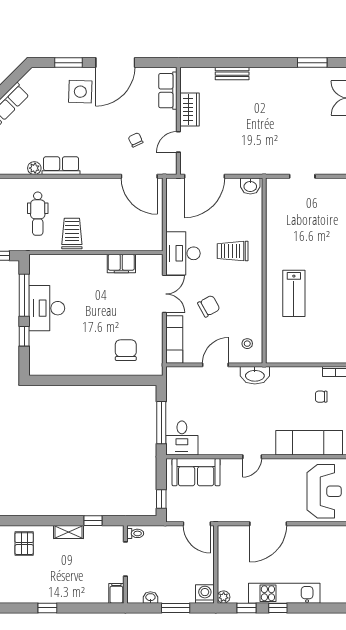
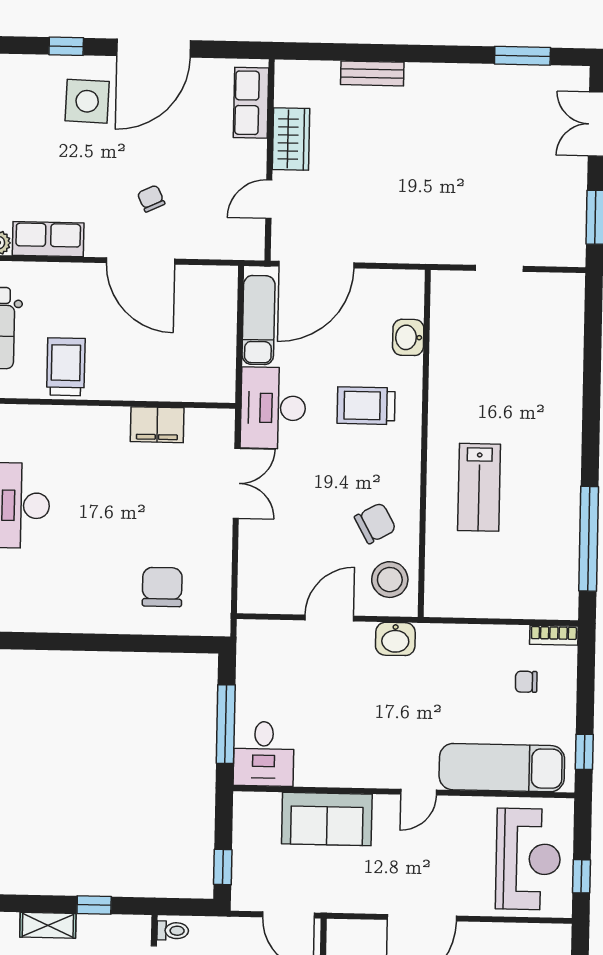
window: (68, 63) -> (66, 46), width x0.67
chair: (136, 140) -> (151, 199), moved
door: (139, 176) -> (140, 261), moved
washbasin: (250, 186) -> (408, 337), moved, turned 90
chair: (209, 306) -> (375, 523), moved
exam couch: (174, 339) -> (259, 320), moved
stool: (247, 344) -> (390, 580), width x1.89, depth x1.89
washbasin: (255, 375) -> (395, 639), width x0.72
door: (252, 457) -> (419, 792), moved
sofa: (196, 472) -> (327, 819), moved

